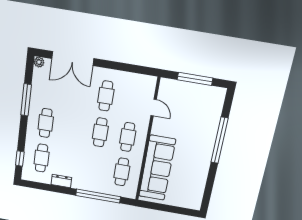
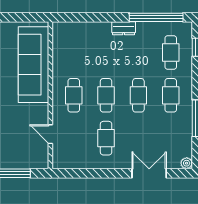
double door: (73, 59) -> (149, 173), width x0.73
cafe table: (122, 172) -> (138, 95), moved
dresser: (61, 181) -> (124, 28), moved
window: (98, 196) -> (156, 17), moved

